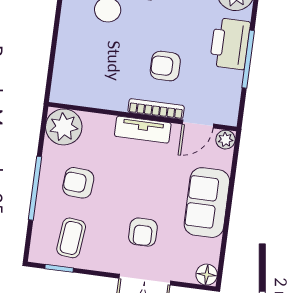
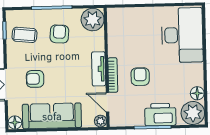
sofa: (207, 203) -> (52, 116), width x1.36

